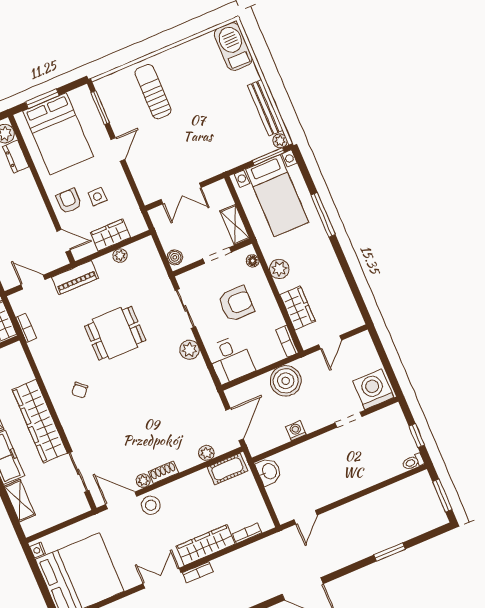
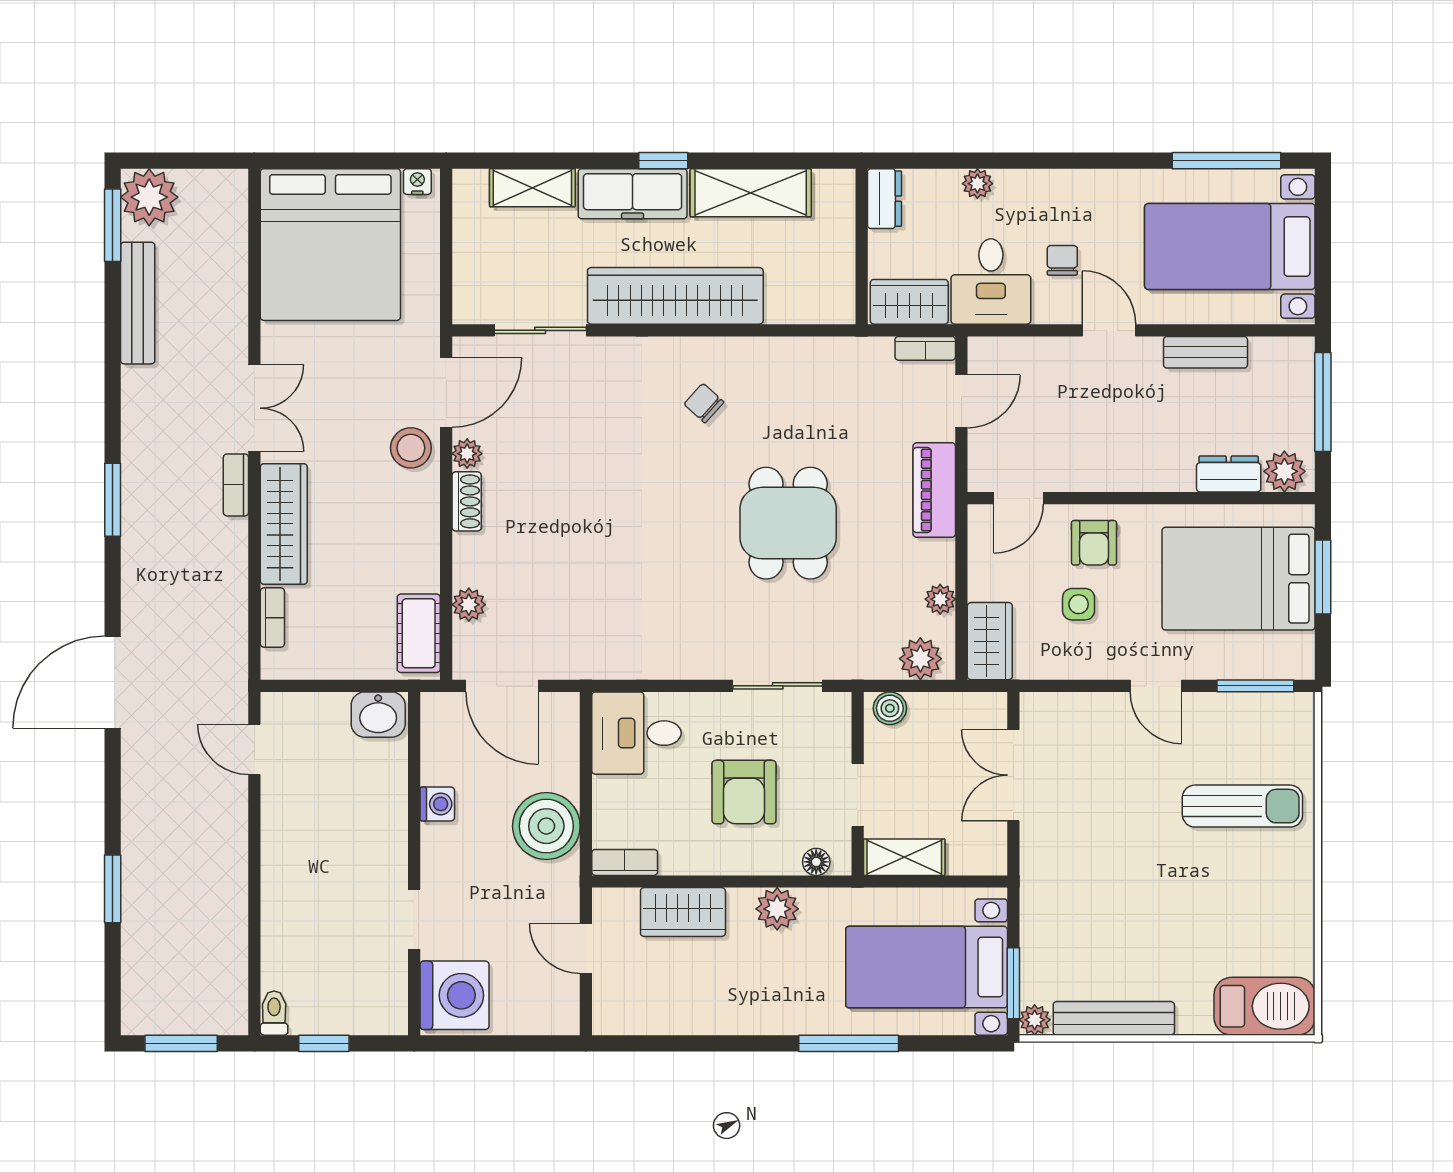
armchair: (69, 201) -> (1094, 543), turned 90
wardrobe: (110, 235) -> (990, 641), moved
bookcase: (26, 328) -> (925, 348), moved
plant: (189, 350) -> (920, 659), moved

